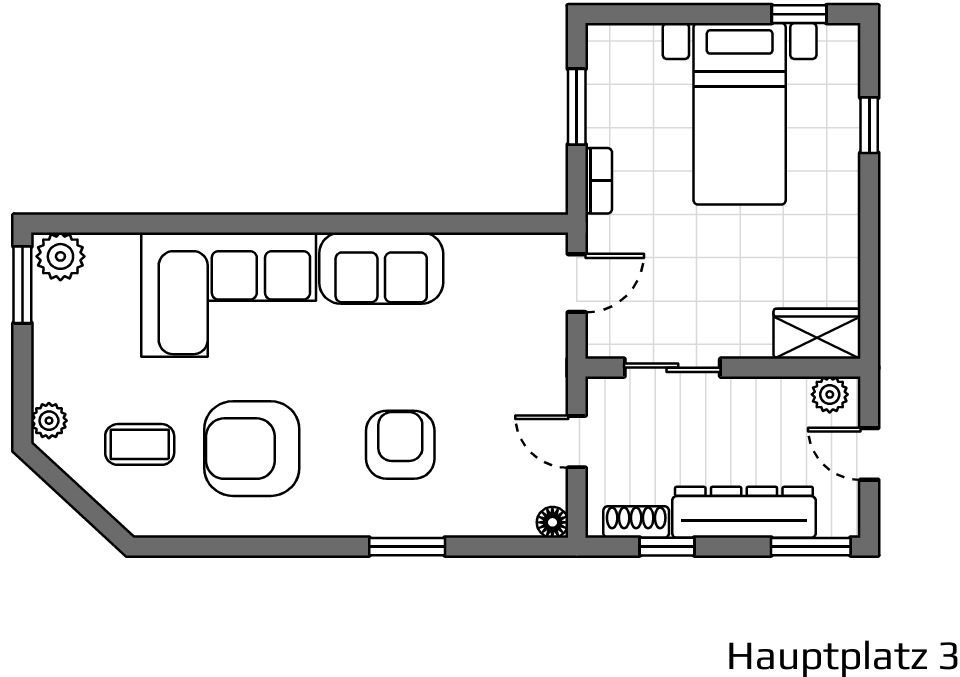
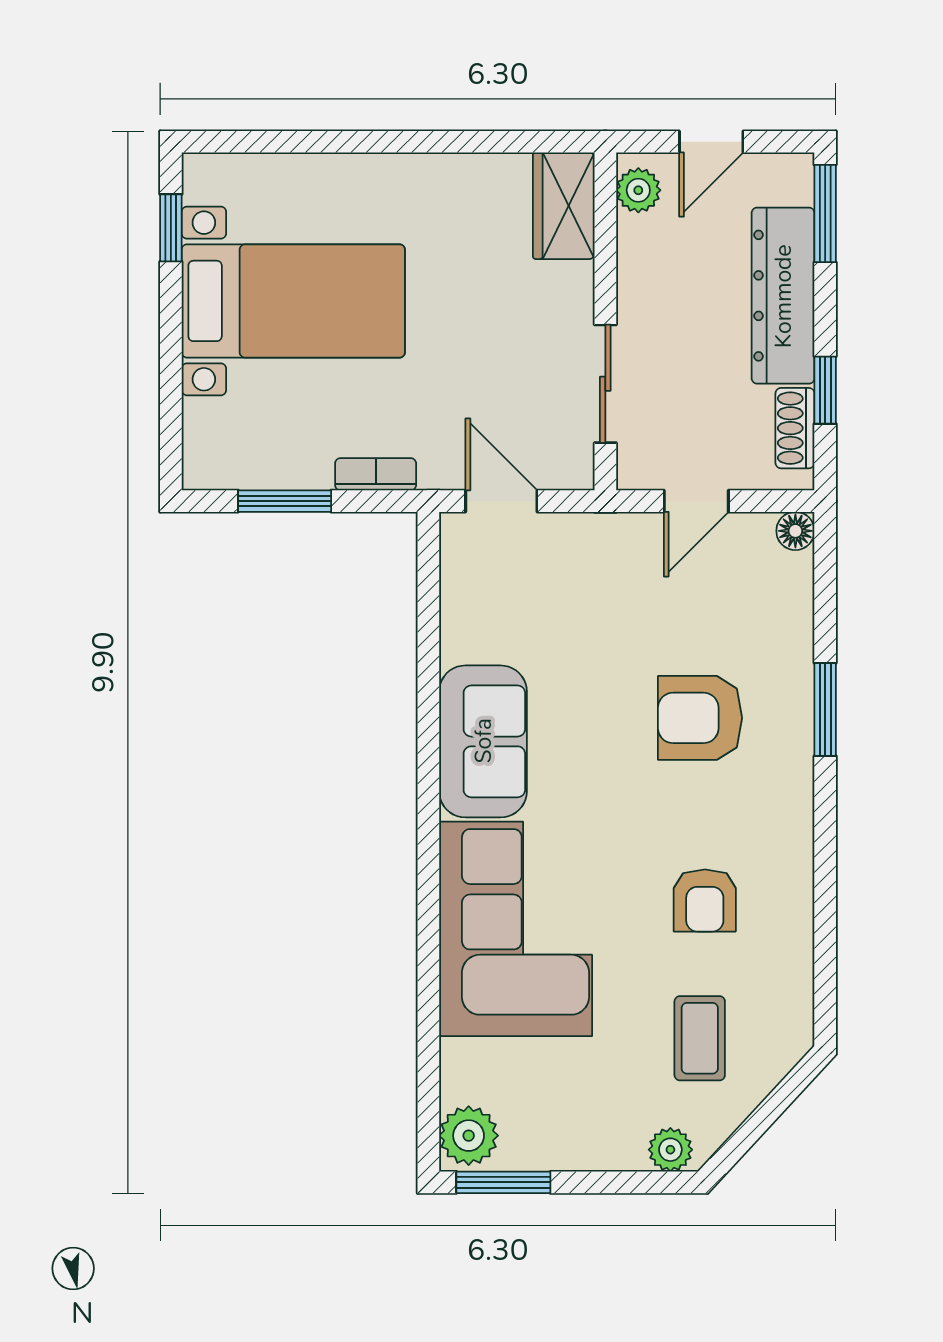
window: (869, 125) -> (307, 142), removed
armchair: (252, 449) -> (705, 900), width x0.53, depth x0.53

